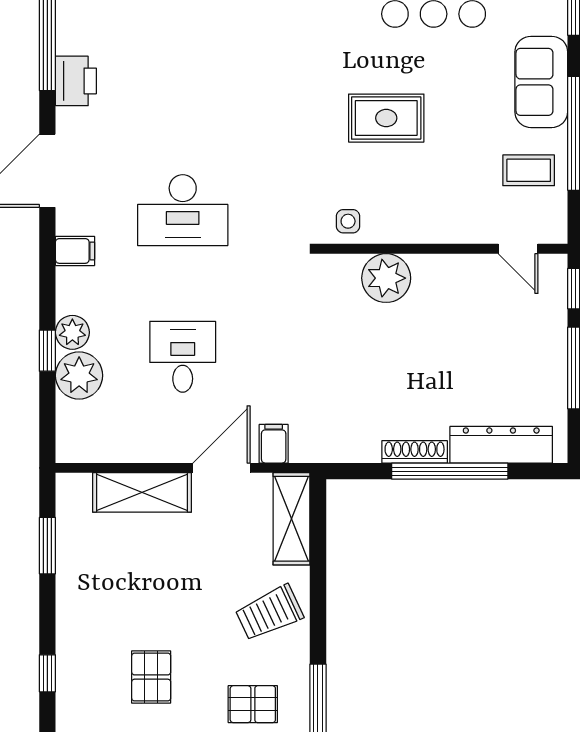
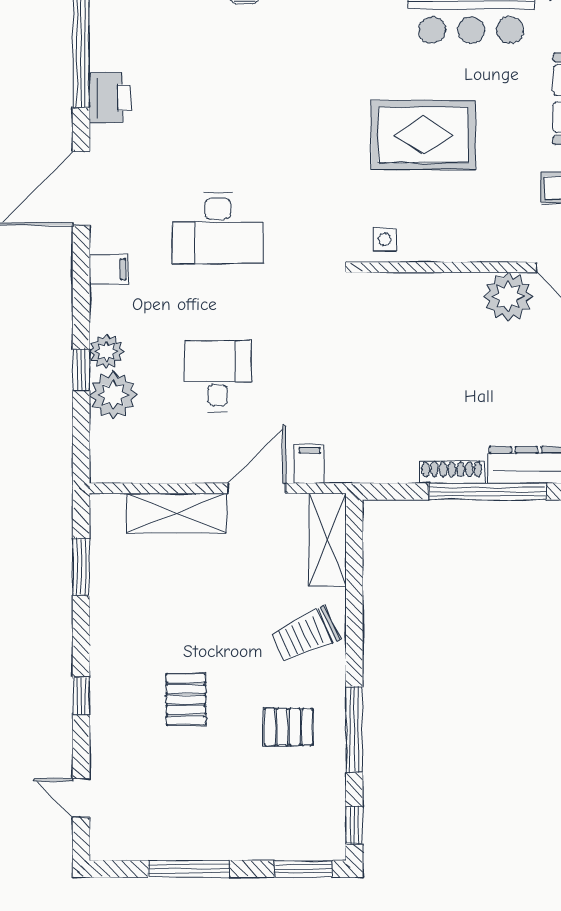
rug: (386, 118) -> (423, 135), width x1.36, depth x1.43
plant: (386, 278) -> (508, 297), moved

